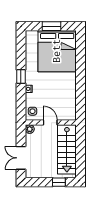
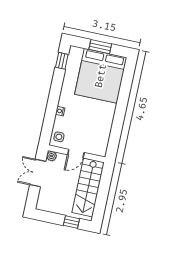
window: (21, 76) -> (62, 61), moved
door: (50, 123) -> (76, 154), swing flipped
double door: (21, 158) -> (38, 173), moved

